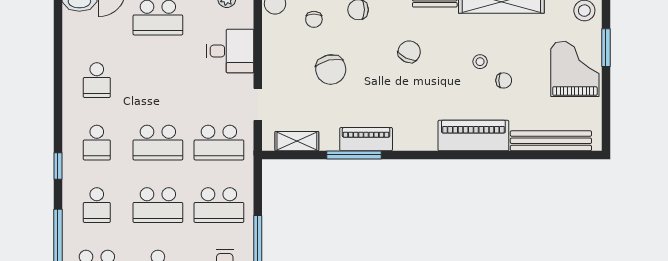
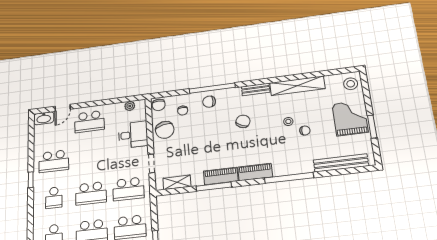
window: (606, 48) -> (372, 127), moved
chair: (331, 70) -> (165, 130), moved
school desk: (97, 80) -> (54, 161), width x1.85
piano: (473, 136) -> (255, 172), moved, width x0.73, depth x0.75
window: (470, 155) -> (289, 178), added
window: (58, 166) -> (31, 180), moved

